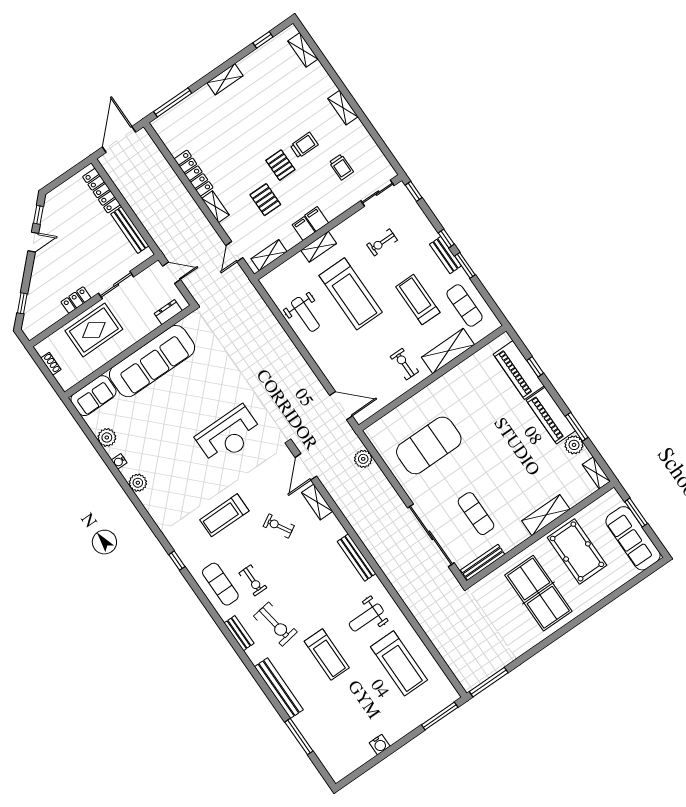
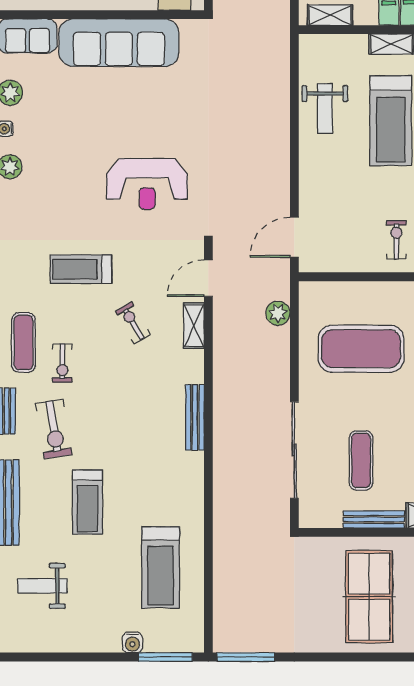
door: (341, 406) -> (294, 237), swing flipped
bench: (483, 562) -> (374, 520), moved
weight bench: (366, 617) -> (42, 586), moved
water cooler: (380, 745) -> (132, 643), moved

